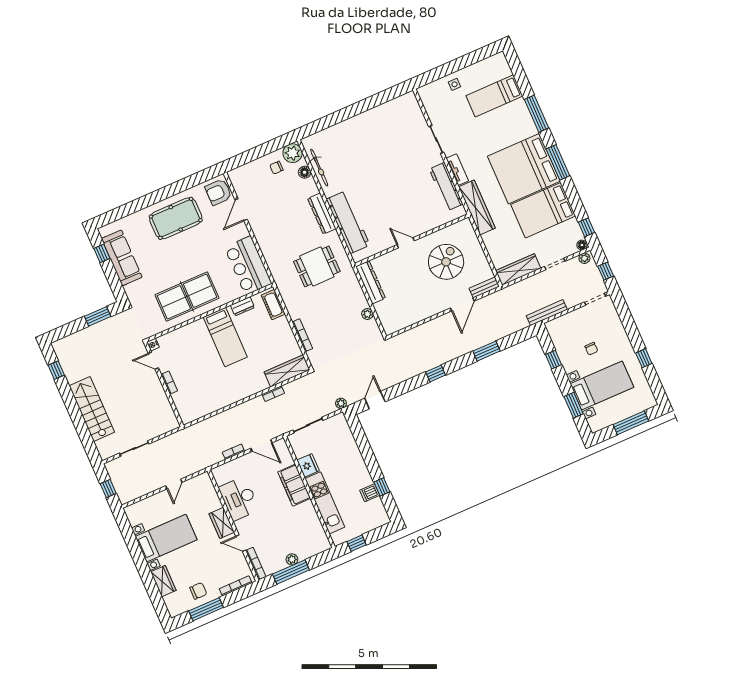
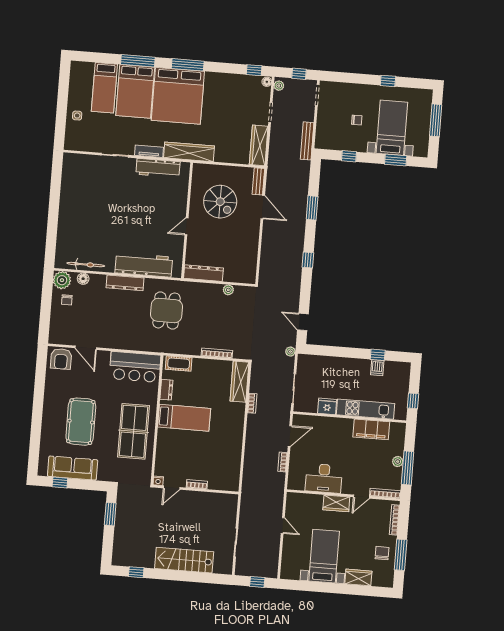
bed: (543, 210) -> (135, 91), moved
pool table: (176, 218) -> (81, 422), moved
spiral stairs: (446, 262) -> (220, 202), turned 180
filing cabinet: (294, 485) -> (371, 429), moved

